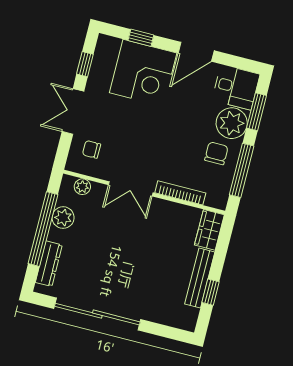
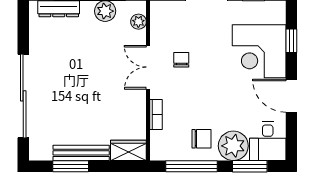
chair: (92, 149) -> (181, 60), moved
bookcase: (180, 193) -> (156, 114), width x0.64
window: (211, 292) -> (71, 166), width x1.50
sliding door: (97, 314) -> (23, 96), moved

